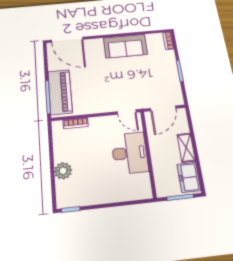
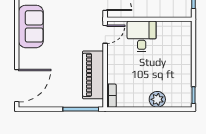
piano: (60, 92) -> (93, 75), moved, turned -90
bookcase: (76, 123) -> (112, 96), moved
desk: (130, 153) -> (142, 36), width x0.73

